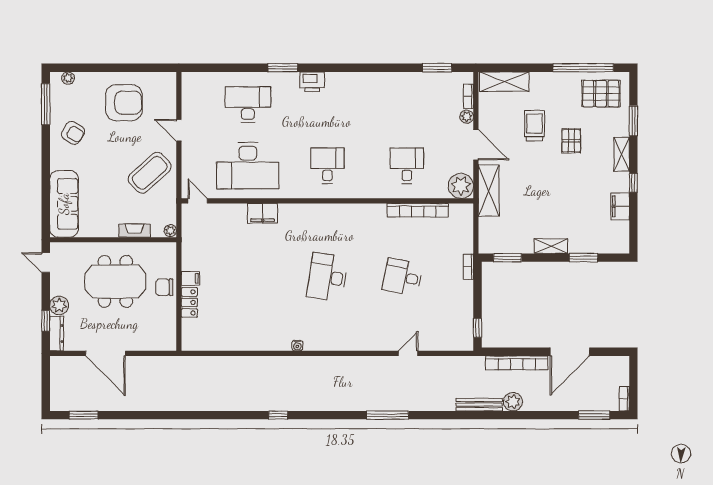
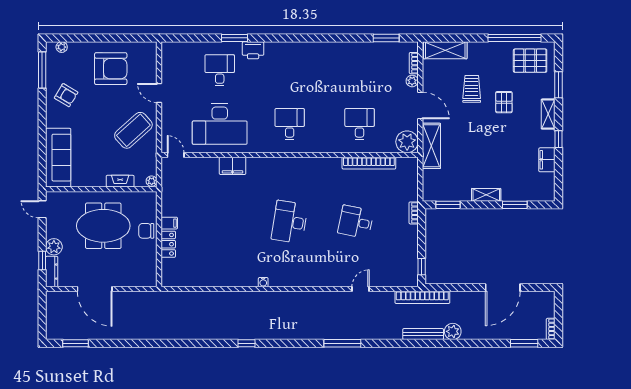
window: (283, 68) -> (235, 38), moved
printer: (312, 82) -> (253, 50), moved
desk: (248, 104) -> (220, 70), width x0.73
bookcase: (517, 363) -> (422, 297), moved

